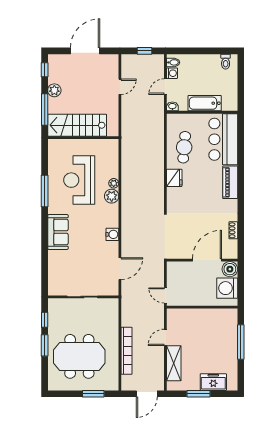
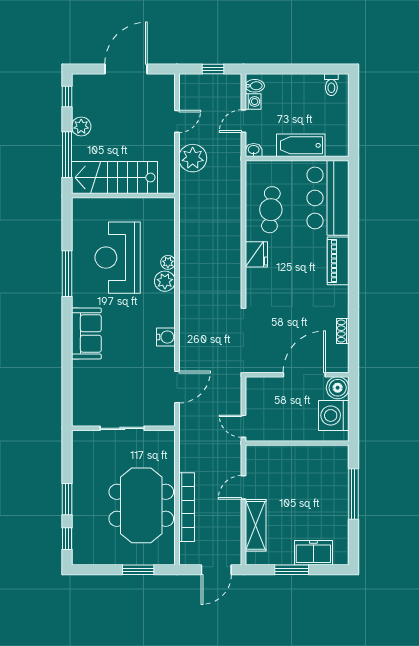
plant: (131, 112) -> (193, 158), added
window: (45, 320) -> (67, 539), moved
meeting table: (79, 356) -> (141, 505), moved, turned 90

